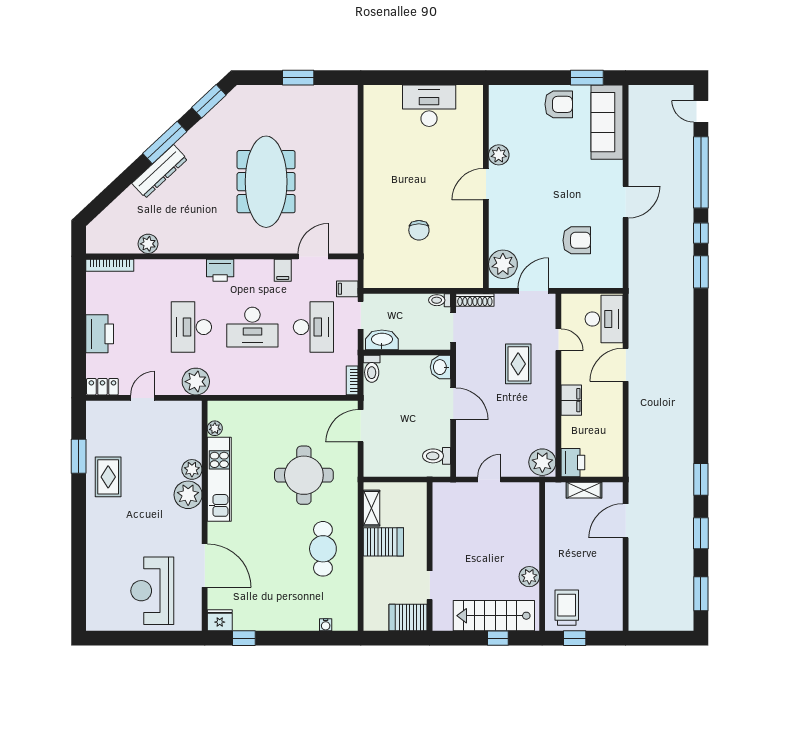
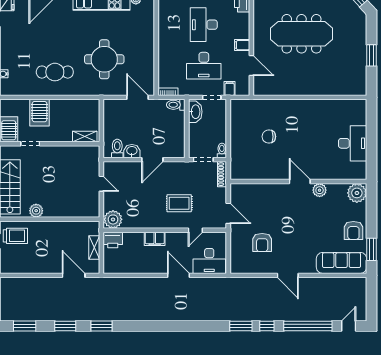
plant: (503, 264) -> (357, 193), moved
washbasin: (440, 367) -> (132, 151), moved
shelving: (371, 508) -> (85, 136), moved
server rack: (383, 542) -> (40, 113), moved

